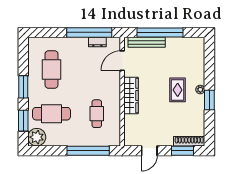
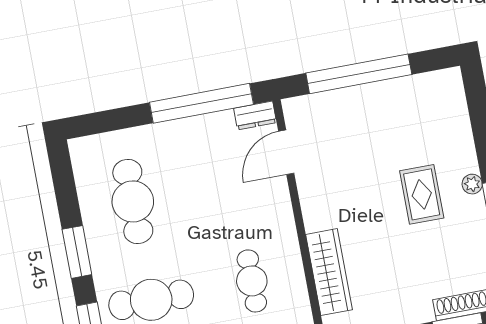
dresser: (97, 42) -> (255, 115), moved
bench: (147, 42) -> (333, 101), removed
wardrobe: (131, 96) -> (329, 272), moved

